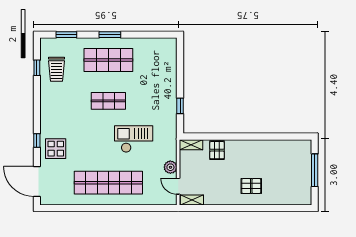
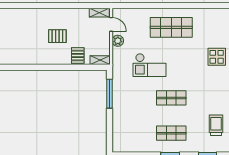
shop shelf: (108, 60) -> (171, 133), width x0.70, depth x0.74
window: (180, 106) -> (110, 94), width x2.17
shop shelf: (108, 183) -> (171, 27), width x0.71
pallet: (251, 186) -> (57, 36), moved

